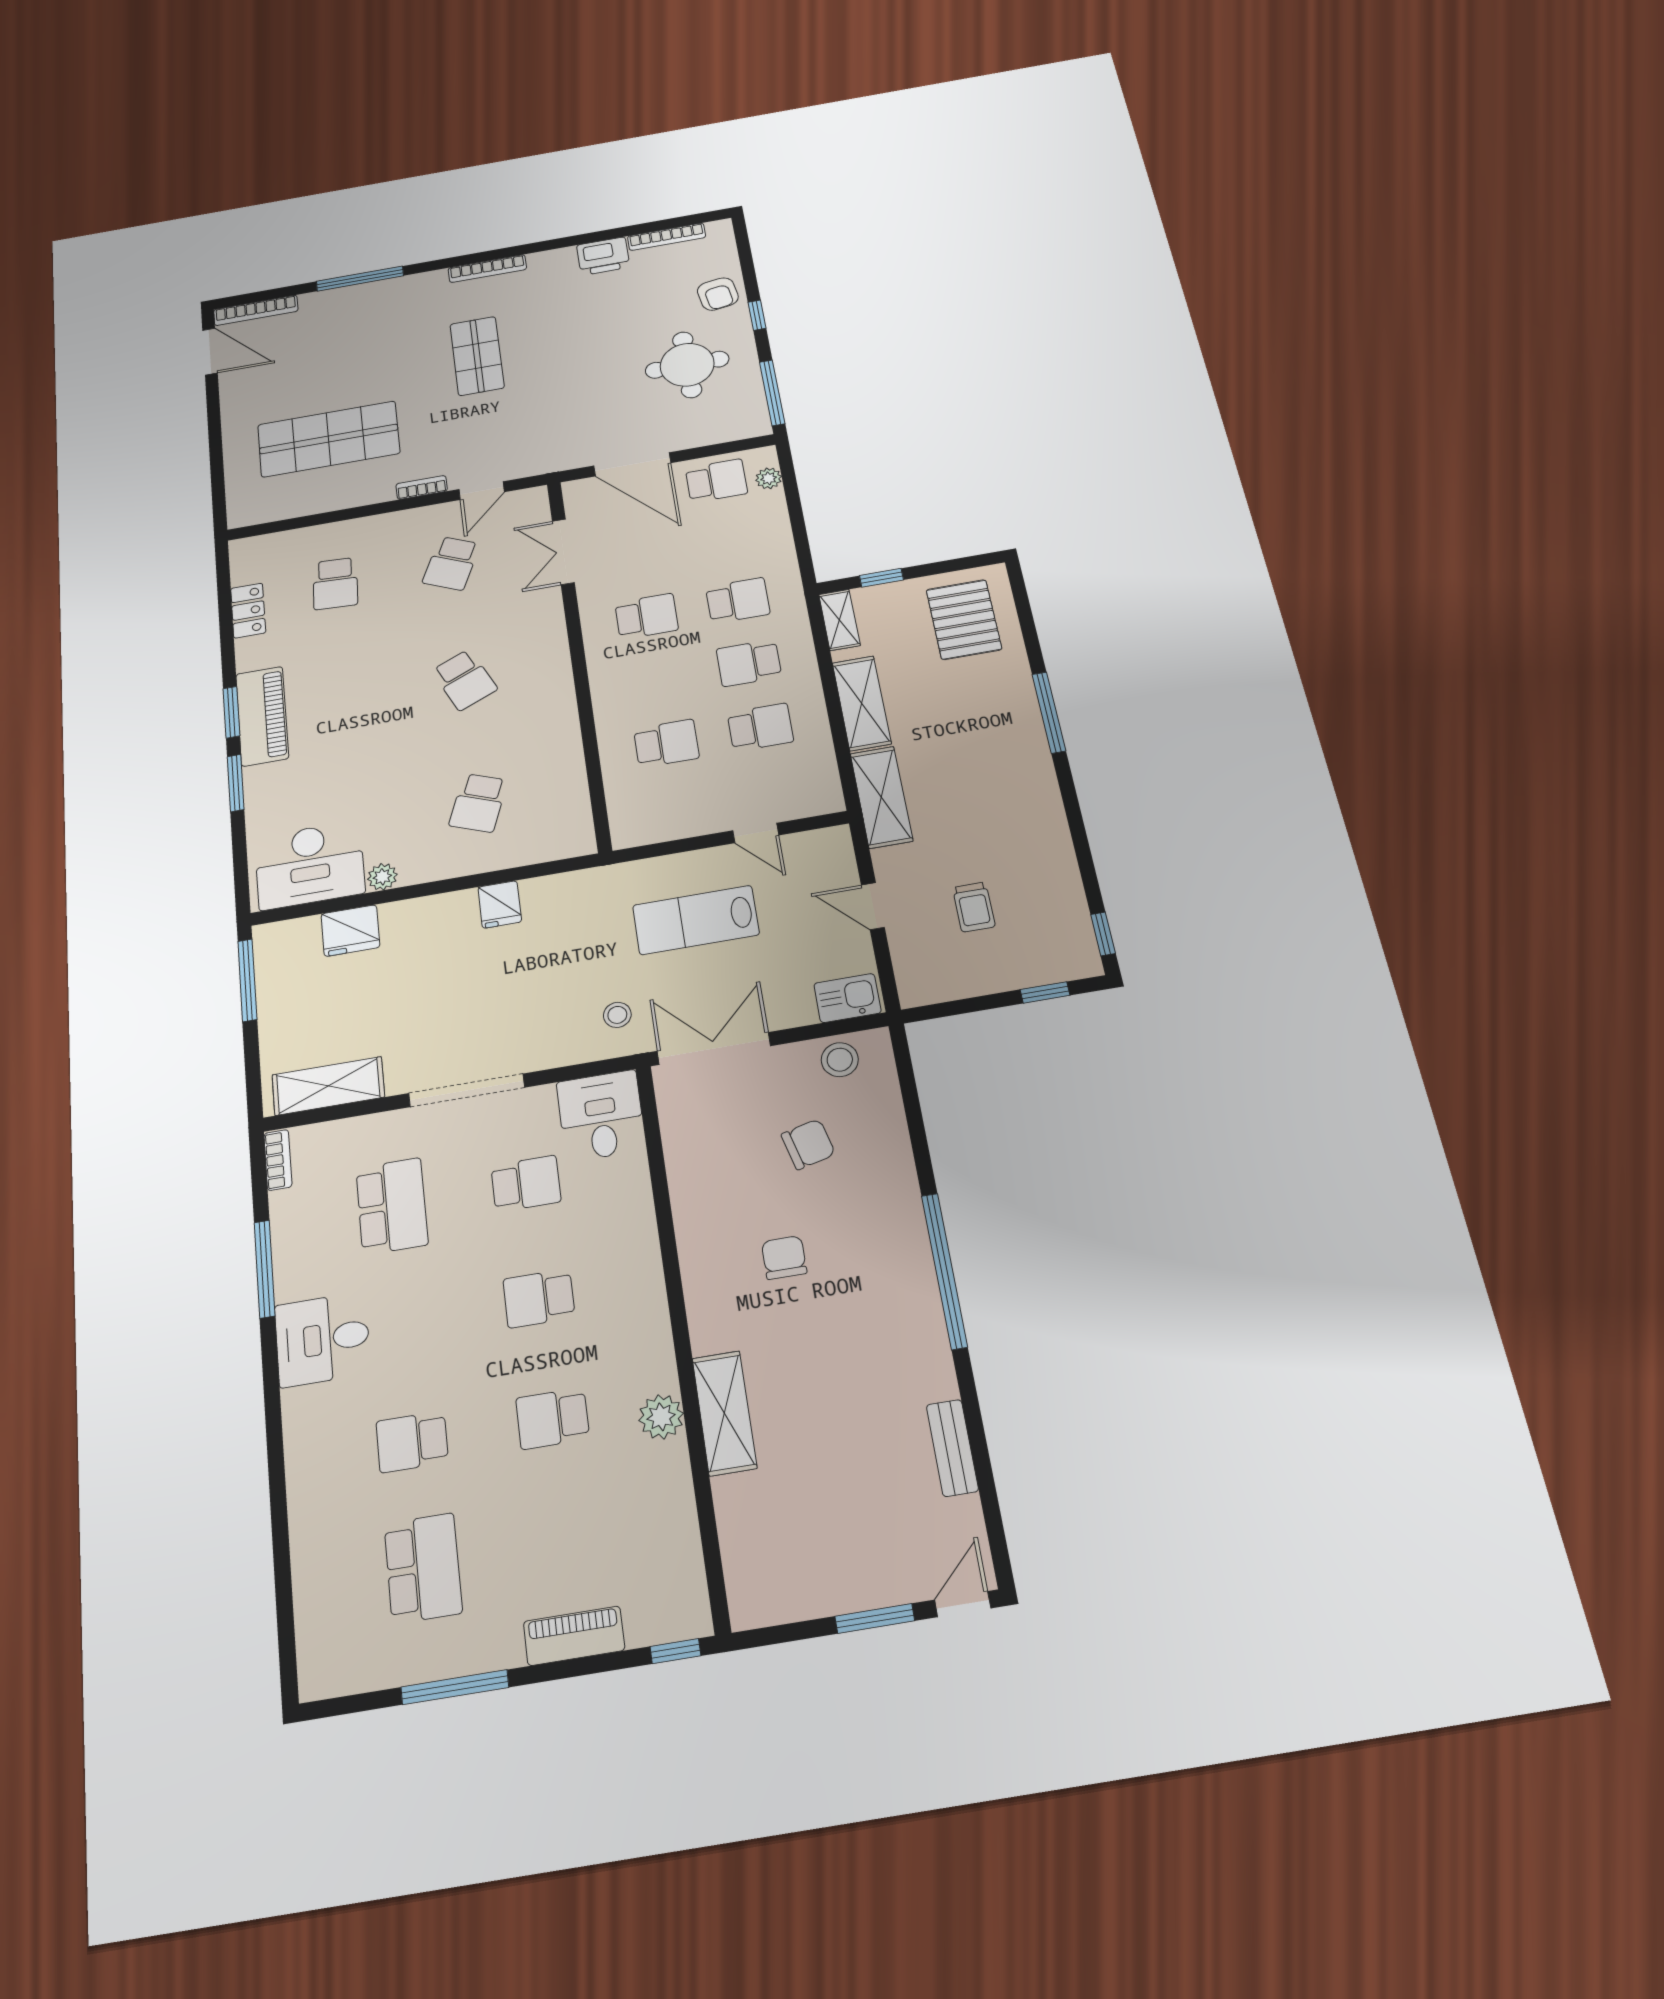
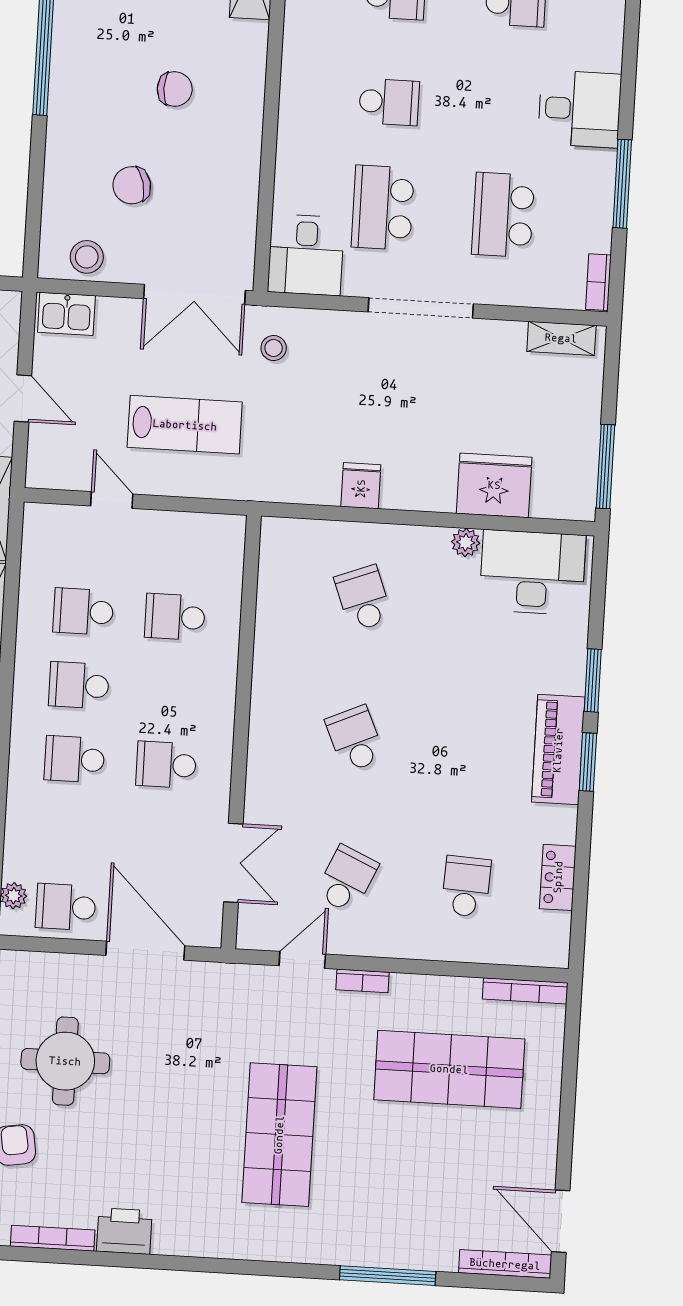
bookcase: (487, 269) -> (525, 991), moved, turned 180
shop shelf: (477, 356) -> (279, 1135), width x1.43, depth x1.36
school desk: (749, 663) -> (79, 685), turned 180
school desk: (478, 803) -> (363, 598), turned -42
fridge: (350, 931) -> (494, 485), width x1.36, depth x1.34
shelving: (328, 1086) -> (561, 338), width x0.67, depth x0.75
school desk: (526, 1184) -> (383, 208), width x1.85
chair: (784, 1257) -> (175, 89), turned -90

